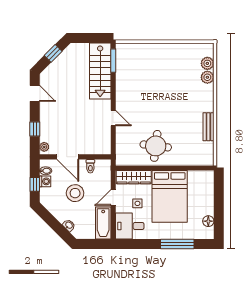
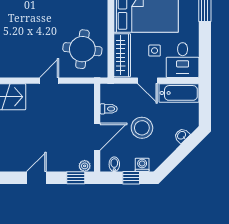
door: (35, 93) -> (36, 178), moved
window: (35, 129) -> (76, 178), moved
round table: (156, 146) -> (82, 49), moved
washing machine: (45, 181) -> (142, 165), moved

